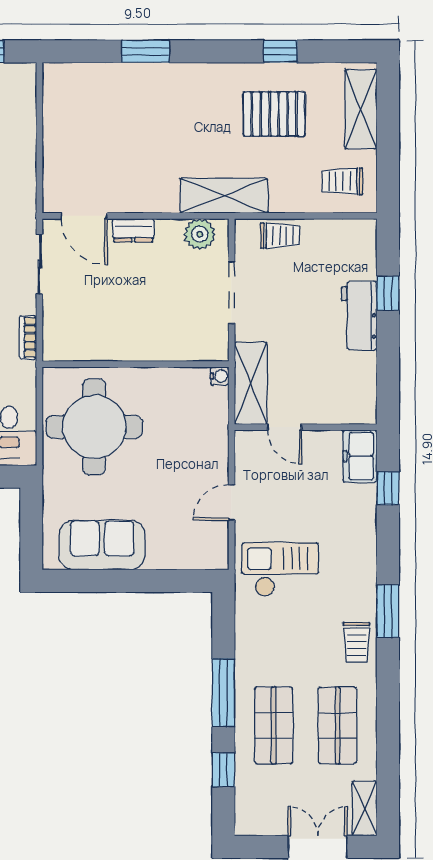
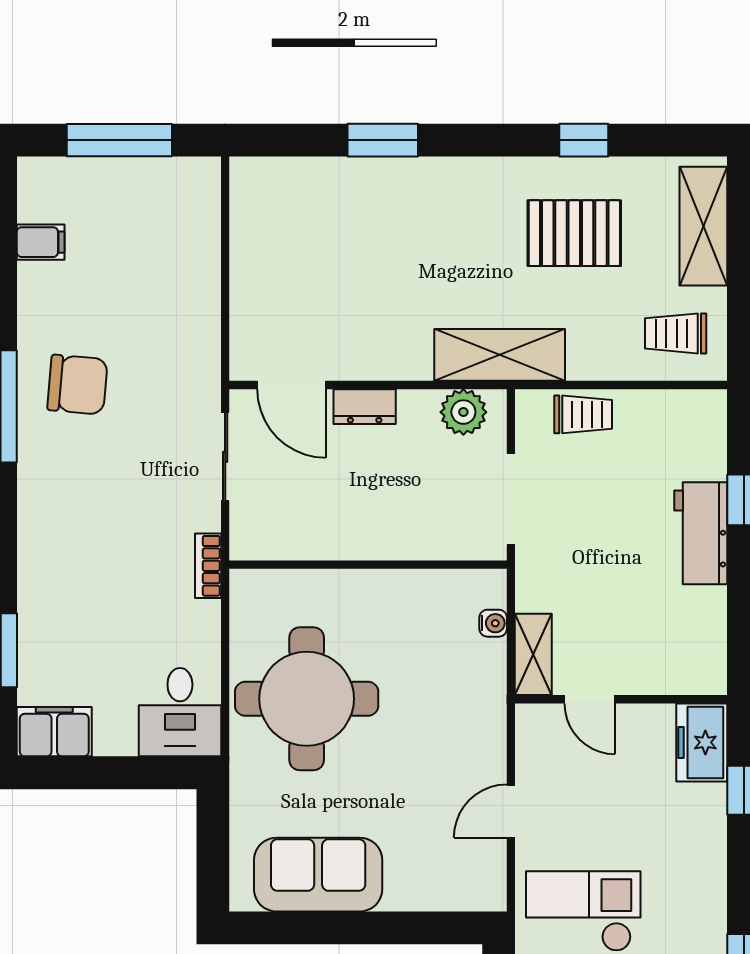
wall: (136, 364) -> (368, 565), moved
shelving: (251, 383) -> (533, 654), width x0.67, depth x0.75

